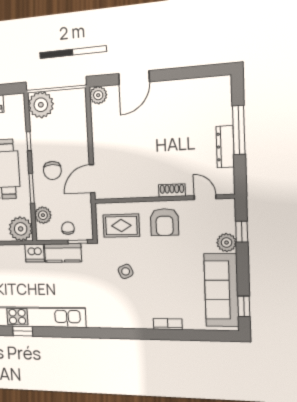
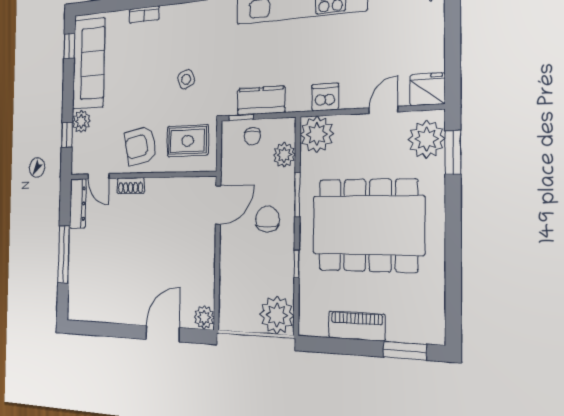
dresser: (225, 147) -> (78, 203), moved
armchair: (164, 222) -> (140, 146), turned -101
dishwasher: (35, 253) -> (325, 97), moved

